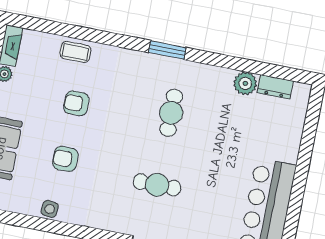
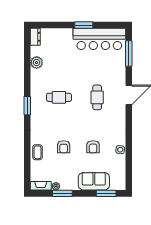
dresser: (275, 87) -> (35, 37), moved
window: (299, 186) -> (84, 25), added

